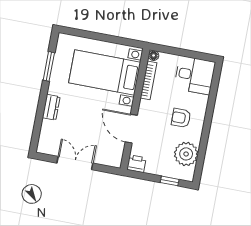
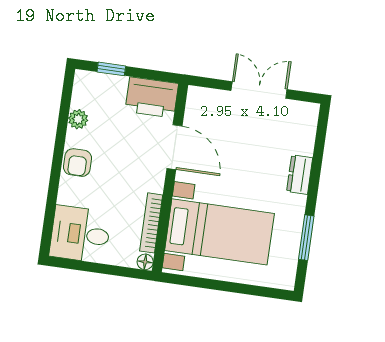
armchair: (181, 118) -> (77, 163), moved, turned 90
plant: (186, 154) -> (78, 119), width x0.53, depth x0.53
double door: (75, 163) -> (259, 90), swing flipped
printer: (136, 164) -> (152, 97), width x1.87, depth x1.48

